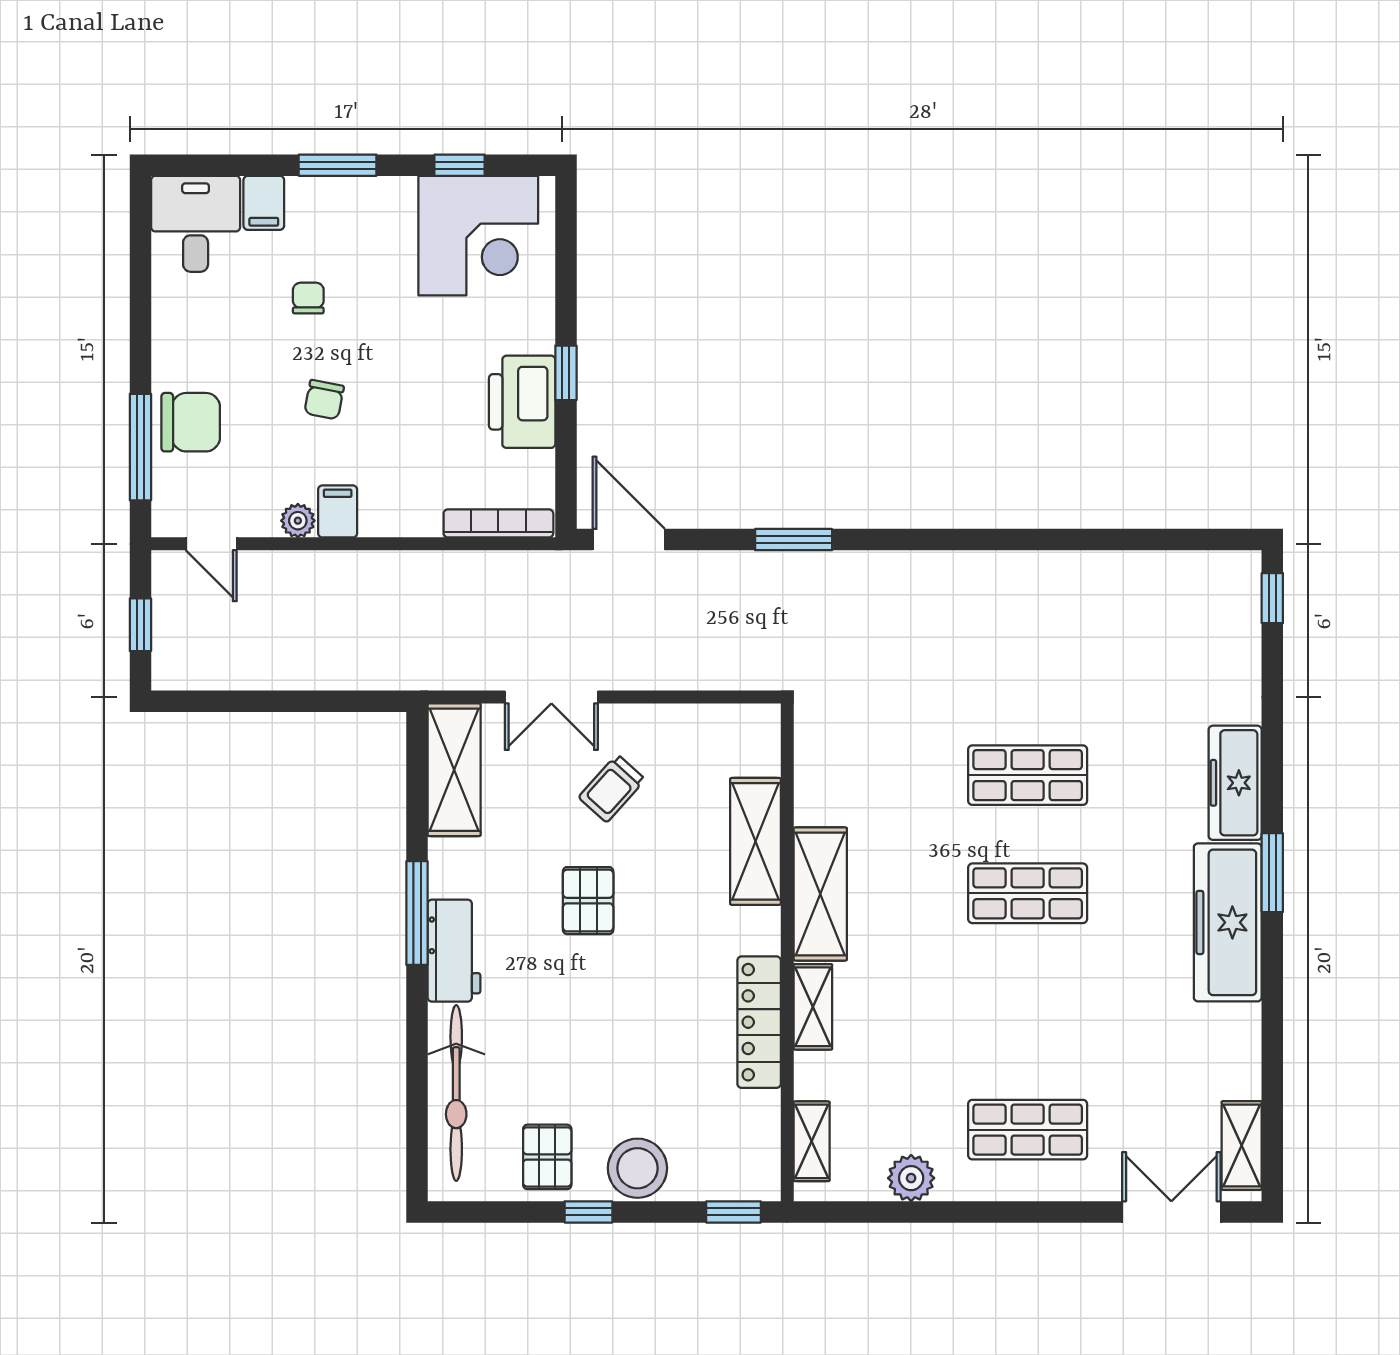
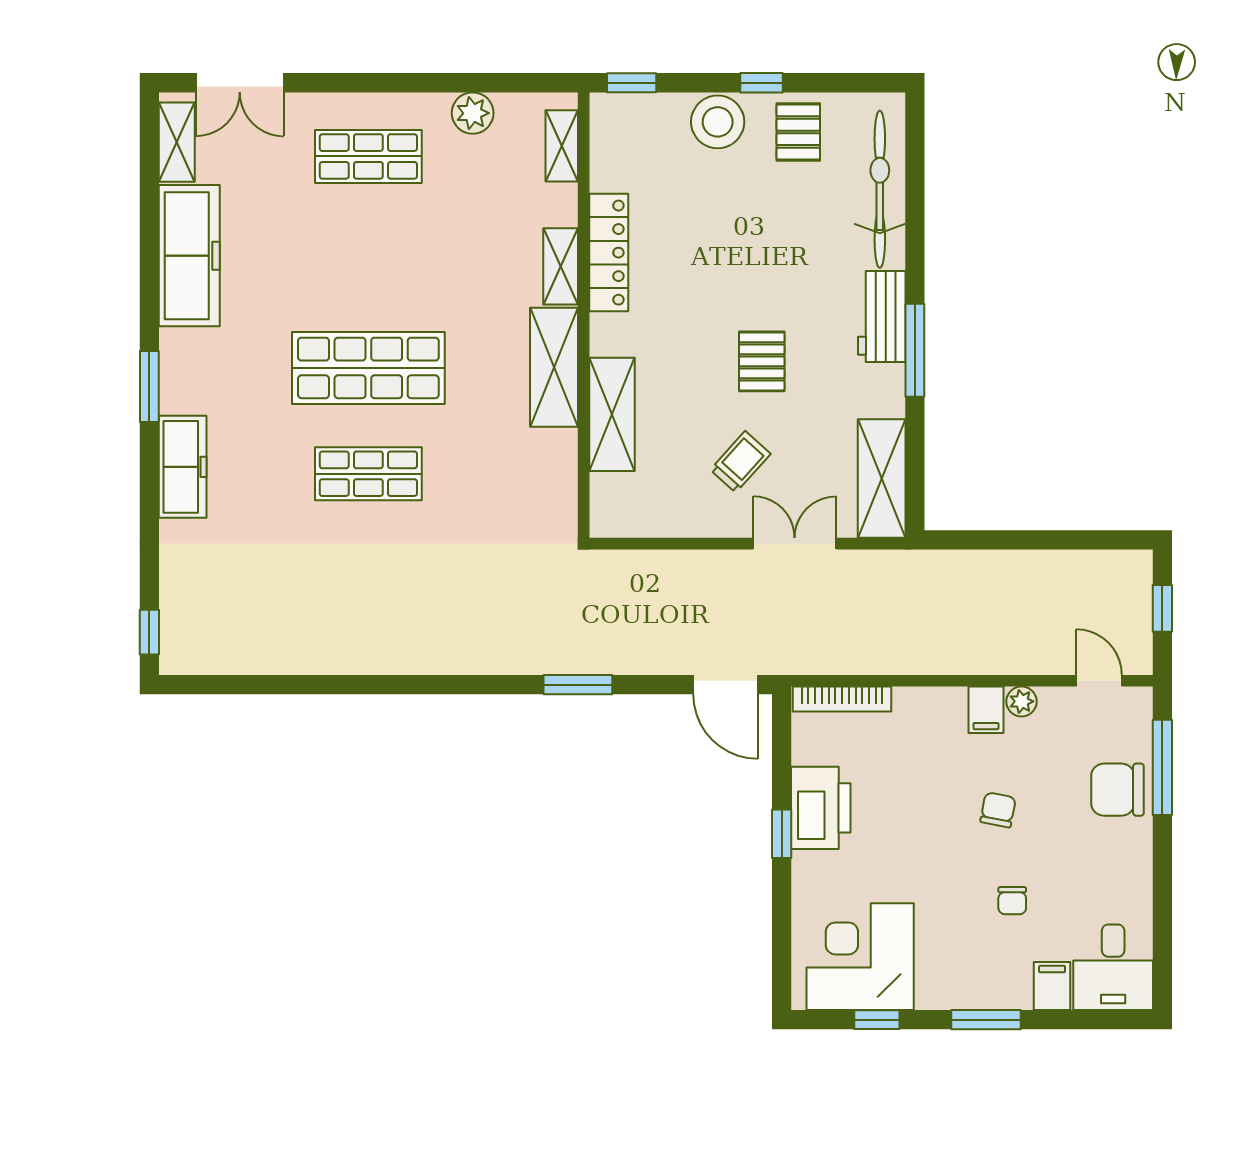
shop shelf: (1028, 893) -> (368, 368), width x1.43, depth x1.36
freezer: (1228, 922) -> (189, 256), moved

